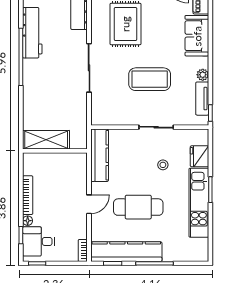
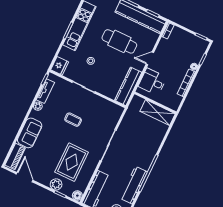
coffee table: (150, 79) -> (73, 120), width x0.54, depth x0.58
fridge: (199, 156) -> (60, 66), moved
desk: (39, 241) -> (152, 82), moved, turned 180

